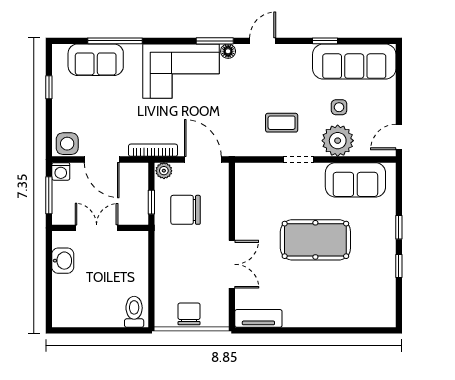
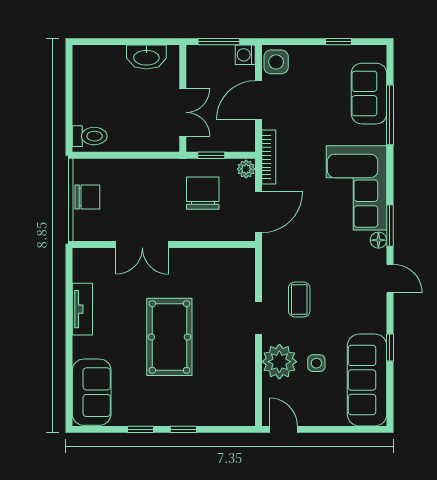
sofa: (355, 180) -> (92, 392), moved, turned 180
double door: (97, 228) -> (183, 112), moved
washbasin: (63, 261) -> (146, 57), width x1.38
tv unit: (258, 318) -> (82, 309), moved

